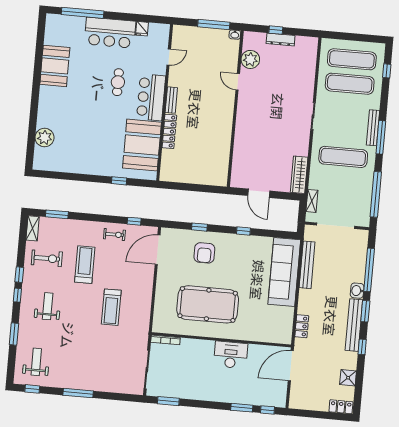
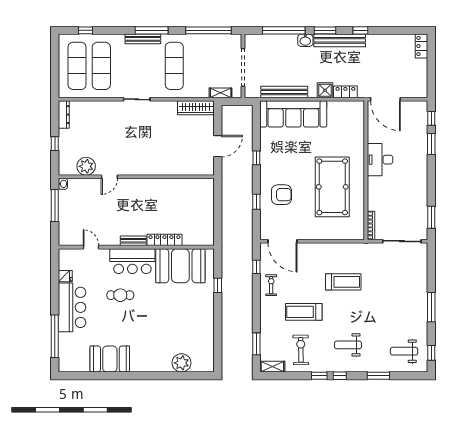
dresser: (281, 40) -> (64, 115), moved
shower: (348, 378) -> (325, 90), moved

